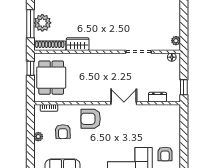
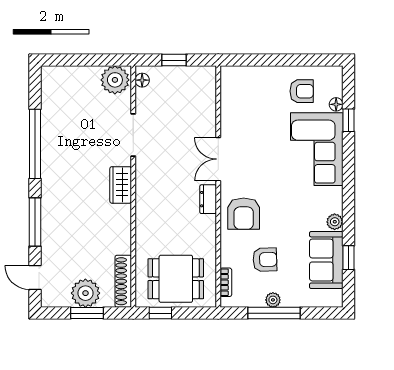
window: (30, 24) -> (87, 313), width x0.69
plant: (176, 41) -> (115, 80), width x1.87, depth x1.87
wardrobe: (78, 44) -> (121, 185), moved
window: (184, 87) -> (174, 60), moved
dresser: (157, 97) -> (208, 199), moved
window: (30, 137) -> (274, 313), added

